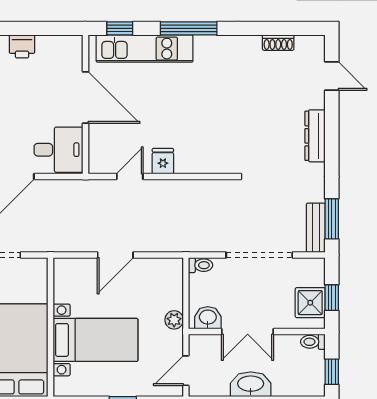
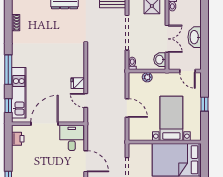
printer: (22, 46) -> (18, 139), moved
plant: (174, 320) -> (147, 77), moved

